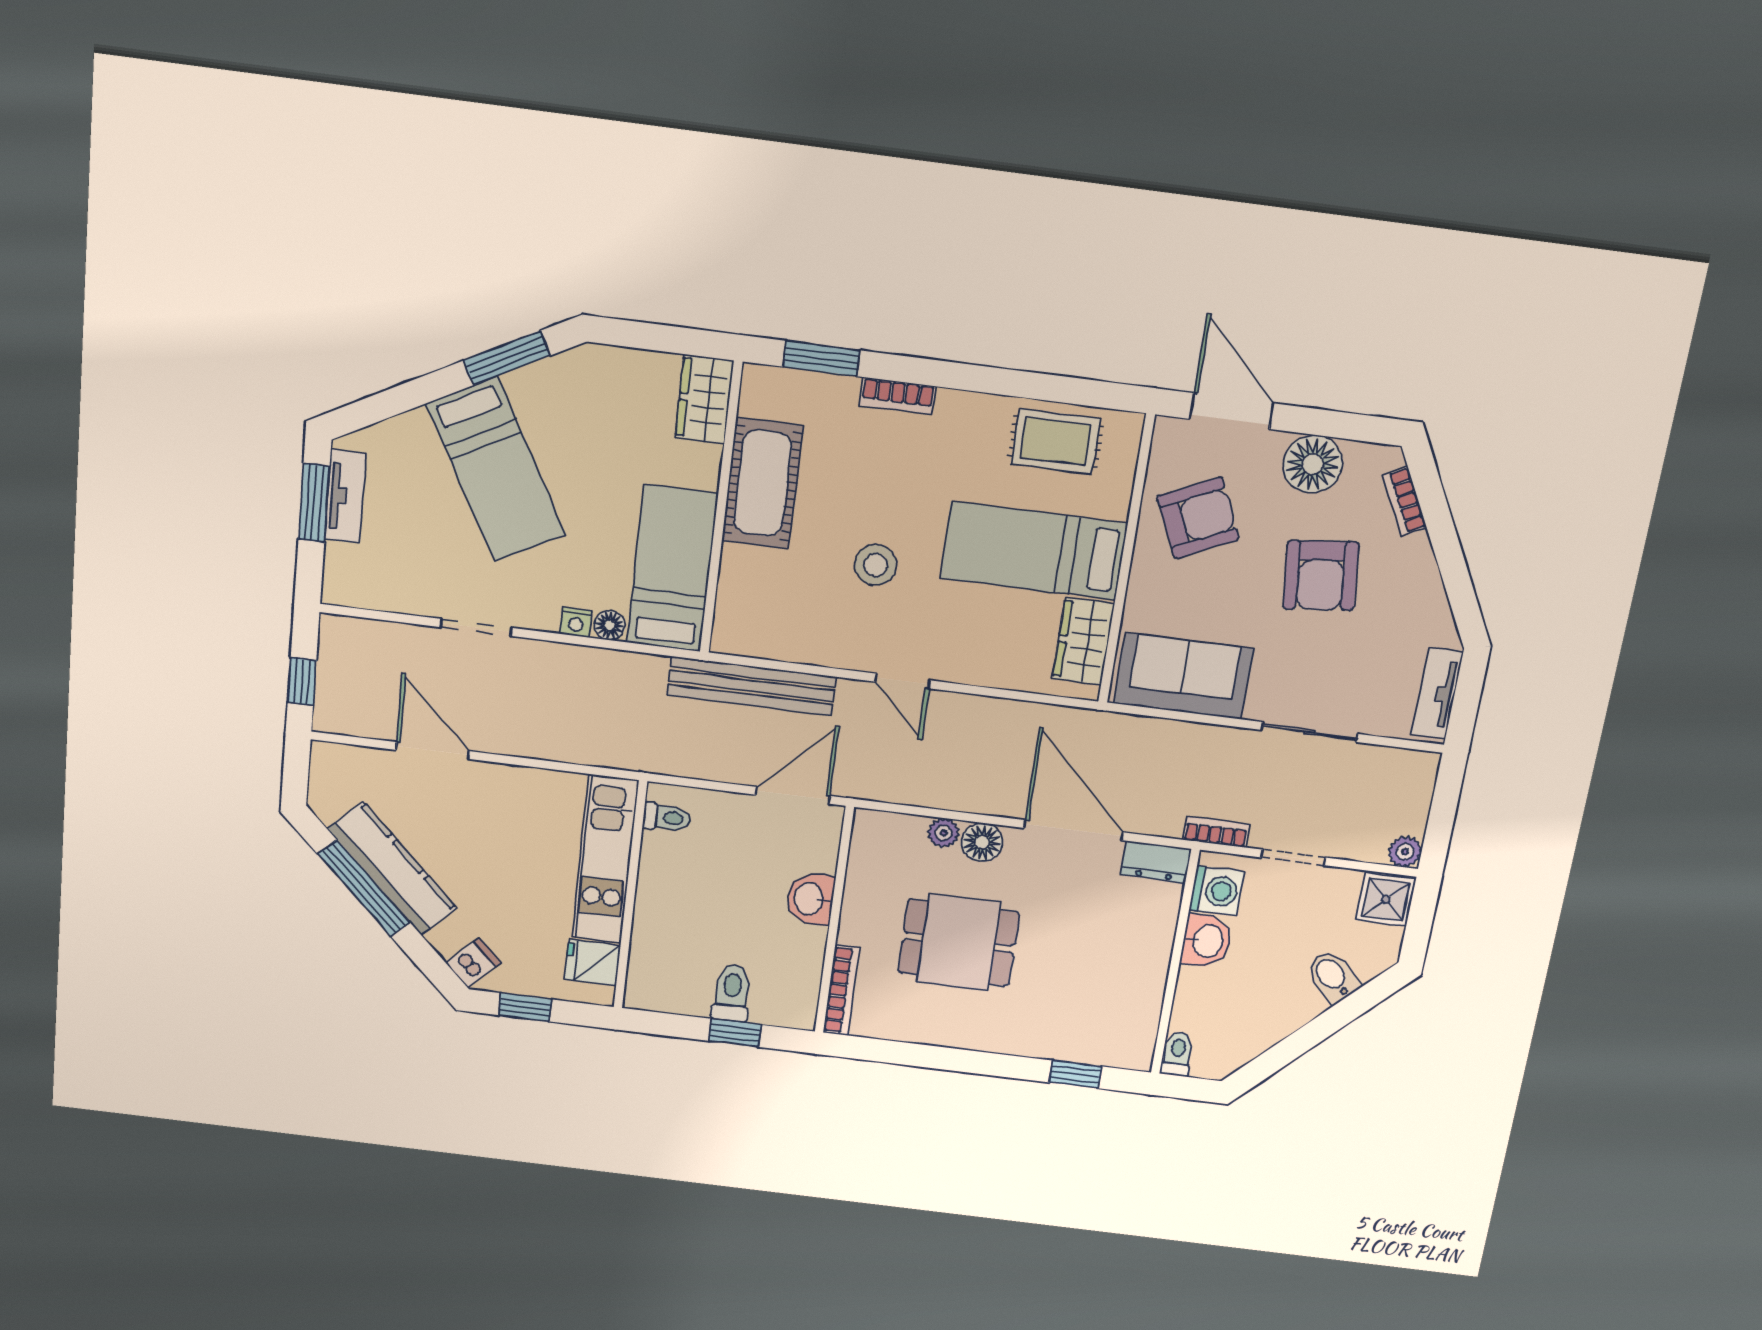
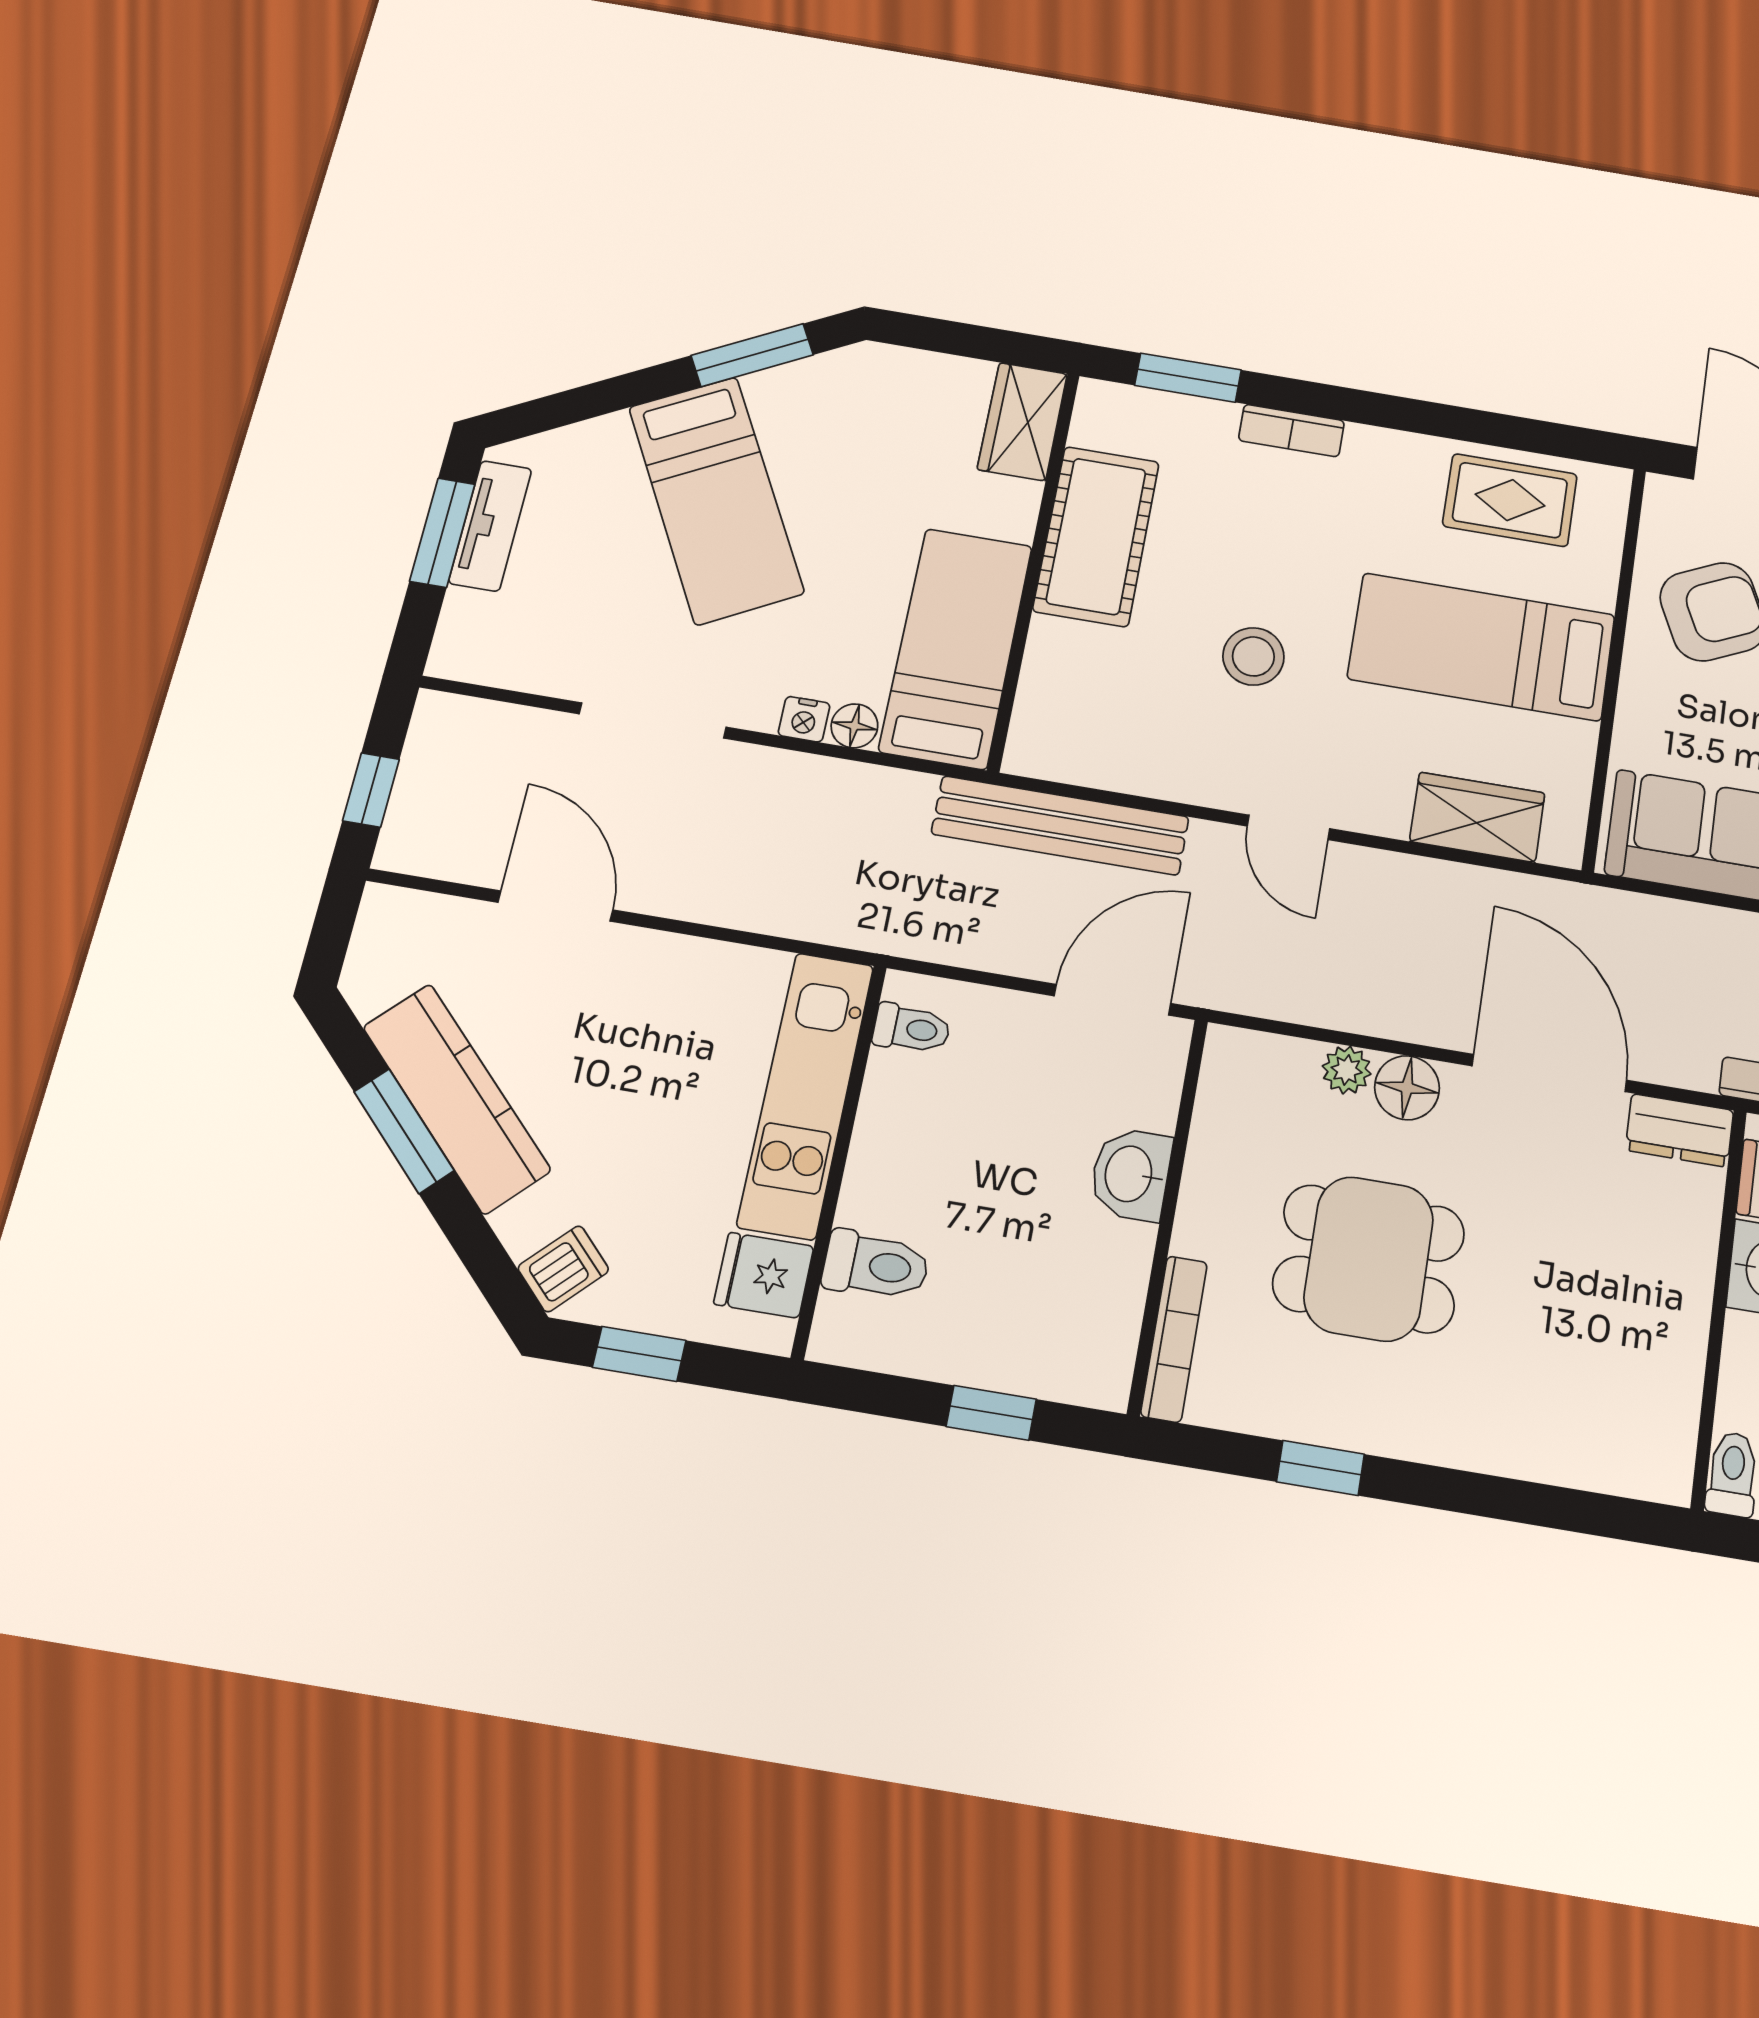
doorway: (476, 627) -> (653, 721), width x1.38
wardrobe: (1083, 641) -> (1477, 817), moved, turned 90
window: (364, 888) -> (404, 1131), width x0.69
toilet: (732, 993) -> (876, 1265), moved, turned 90
window: (1075, 1074) -> (1320, 1468), moved

